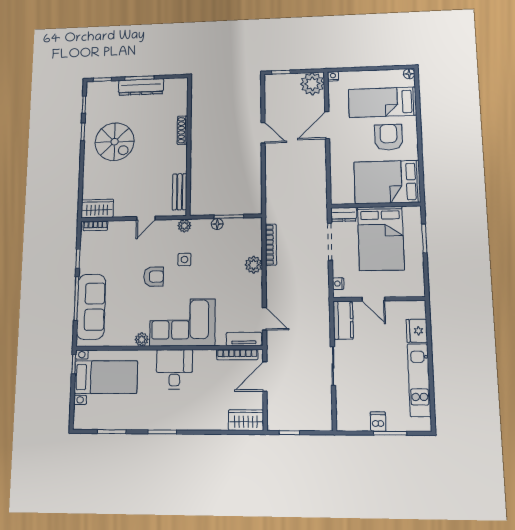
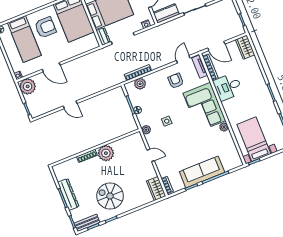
door: (263, 133) -> (70, 105), swing flipped
armchair: (389, 137) -> (45, 27), turned 180
spiral stairs: (115, 142) -> (110, 196), turned -90
plant: (175, 157) -> (106, 153), added
bench: (180, 192) -> (87, 223), moved
plant: (254, 265) -> (140, 84), moved
armchair: (154, 277) -> (176, 81), moved
sofa: (91, 307) -> (202, 172), moved
desk: (174, 369) -> (228, 87), moved

